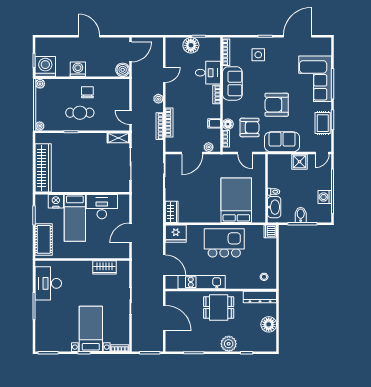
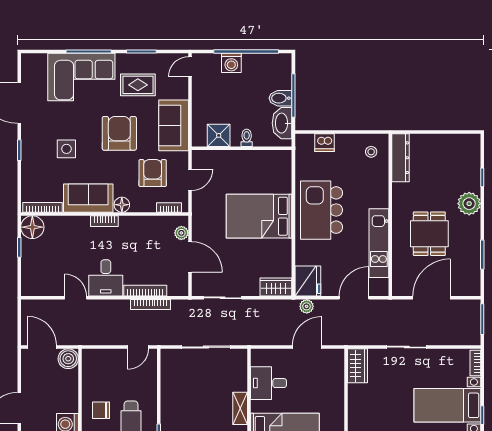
floor lamp: (191, 45) -> (32, 227), moved
side table: (258, 55) -> (66, 149), moved
desk: (208, 73) -> (106, 278), moved, turned 180
plant: (158, 99) -> (307, 306), moved
armchair: (277, 105) -> (119, 133), turned 180
filing cabinet: (214, 123) -> (147, 225), removed
rug: (323, 123) -> (138, 85), moved
floor lamp: (228, 124) -> (122, 205), moved
shelving: (118, 138) -> (240, 408), moved
door: (322, 153) -> (190, 67), swing flipped
shower: (299, 162) -> (219, 135), moved
washing machine: (325, 197) -> (231, 63), moved
bed: (236, 200) -> (259, 216), moved
desk: (102, 207) -> (269, 383), width x0.73
washbasin: (274, 207) -> (282, 123), moved, turned -90
dishwasher: (270, 231) -> (324, 143), moved
door: (131, 233) -> (307, 347), swing flipped
wardrobe: (104, 267) -> (357, 366), moved
dining table: (219, 308) -> (429, 234), moved
floor lamp: (269, 324) -> (441, 145), removed

